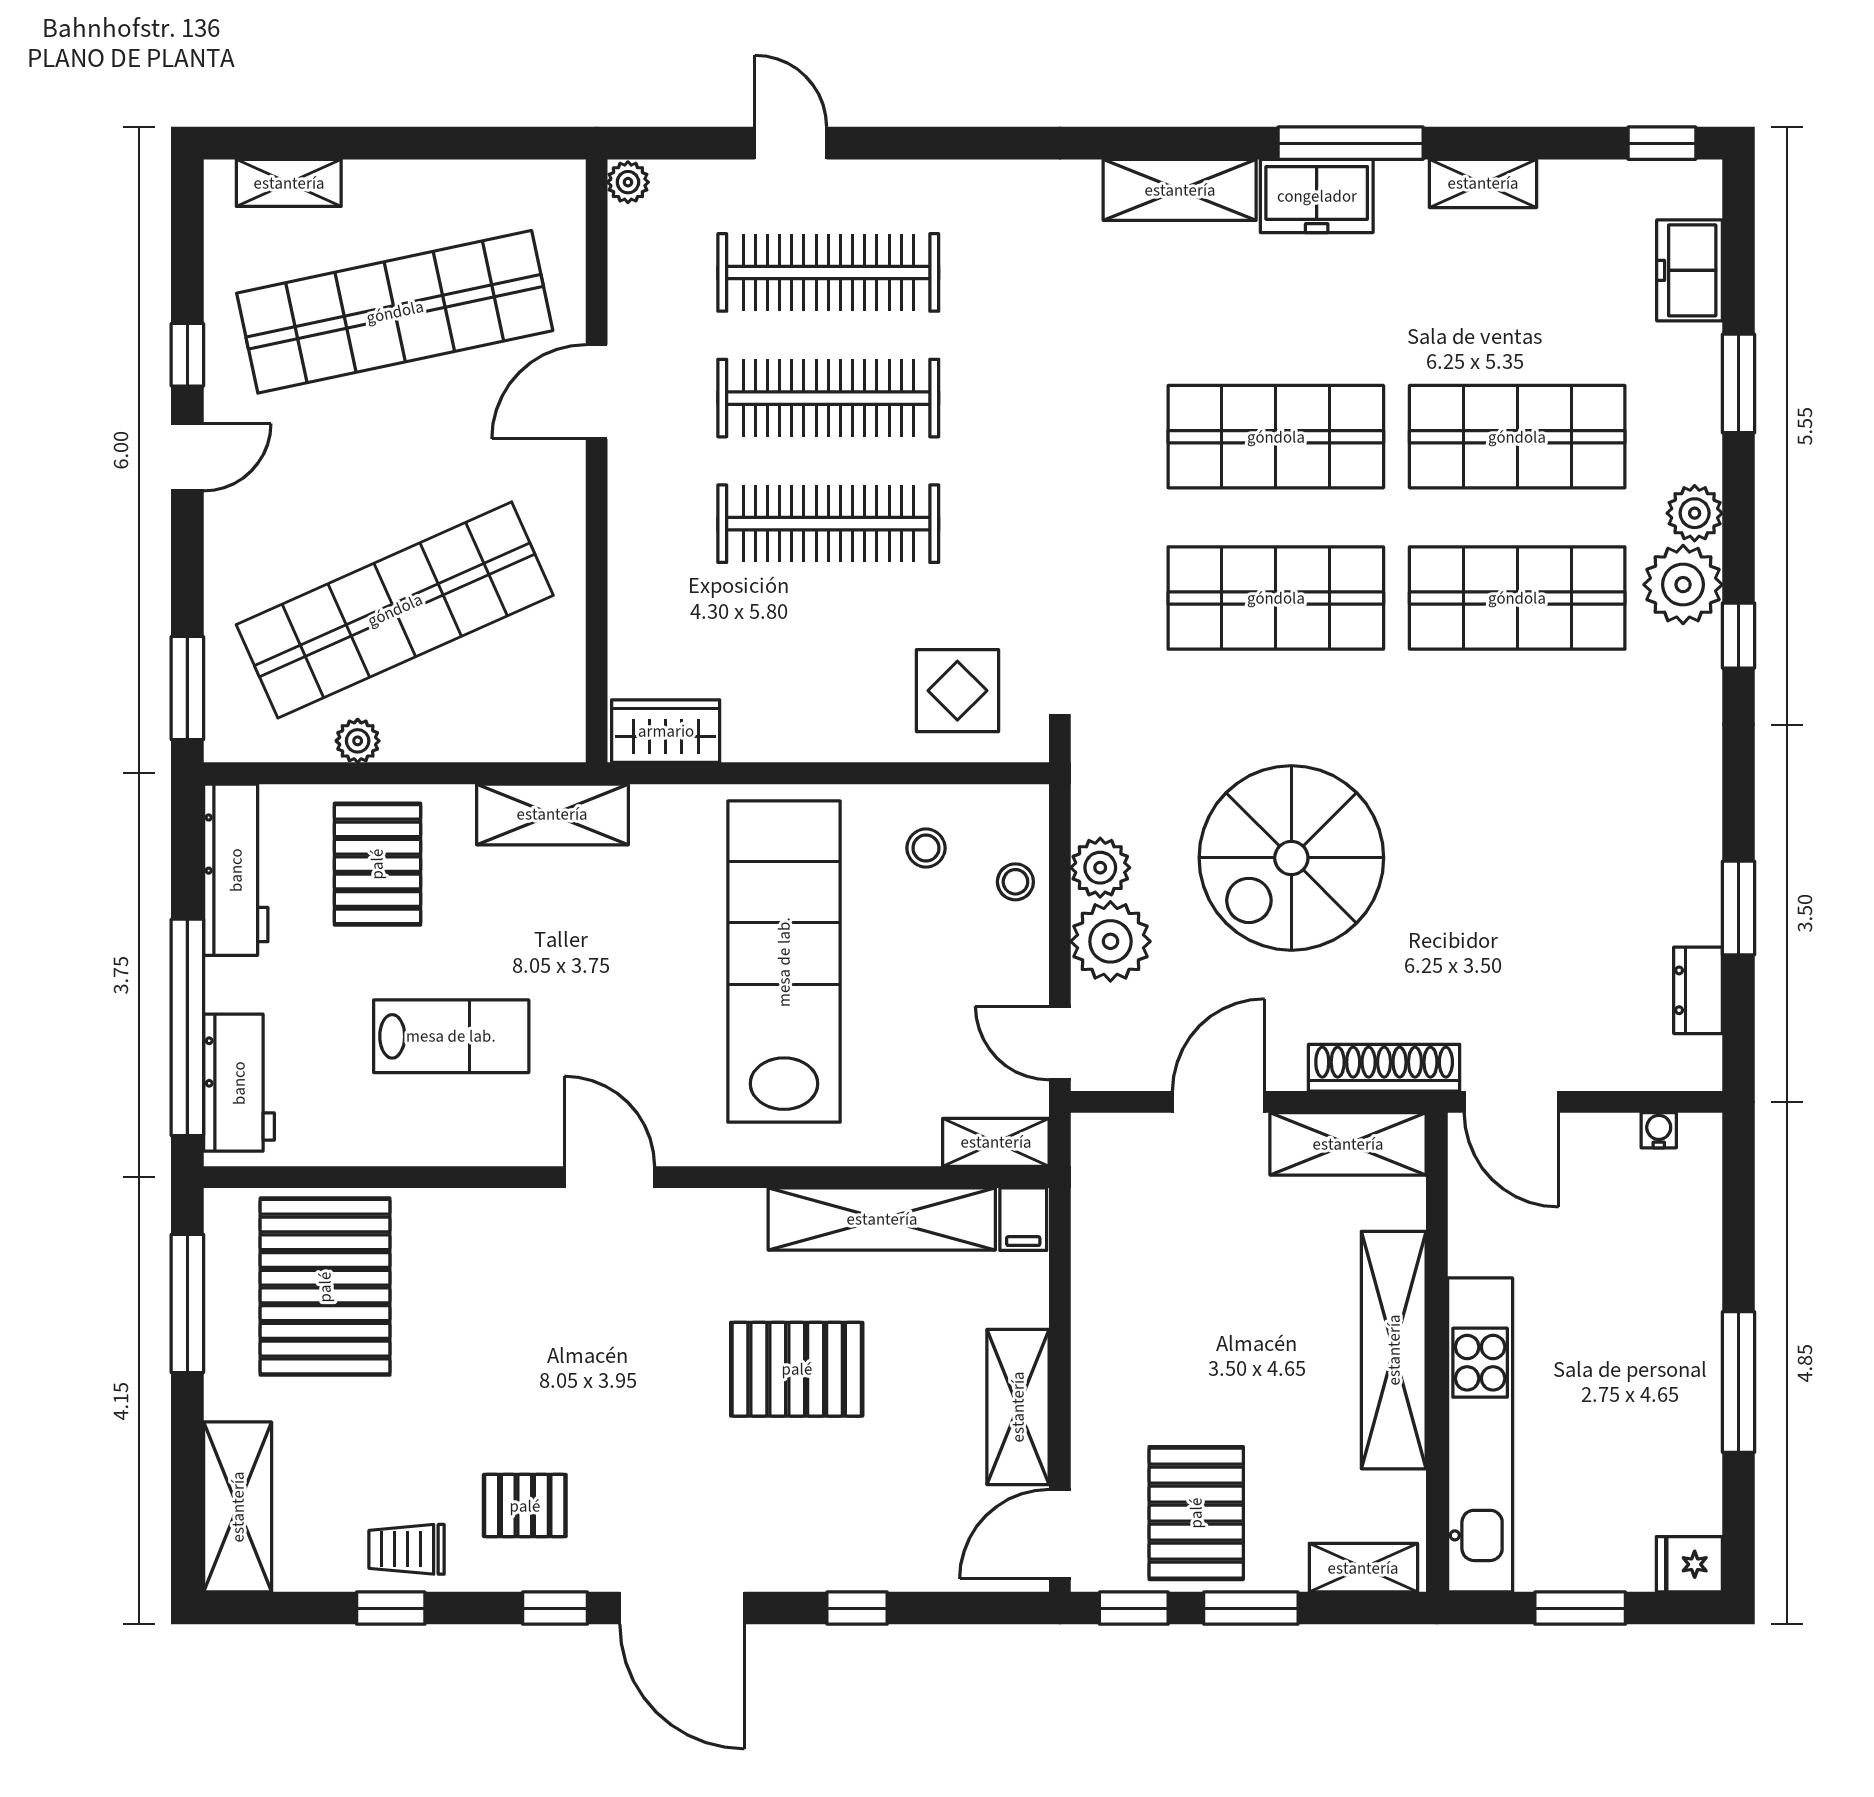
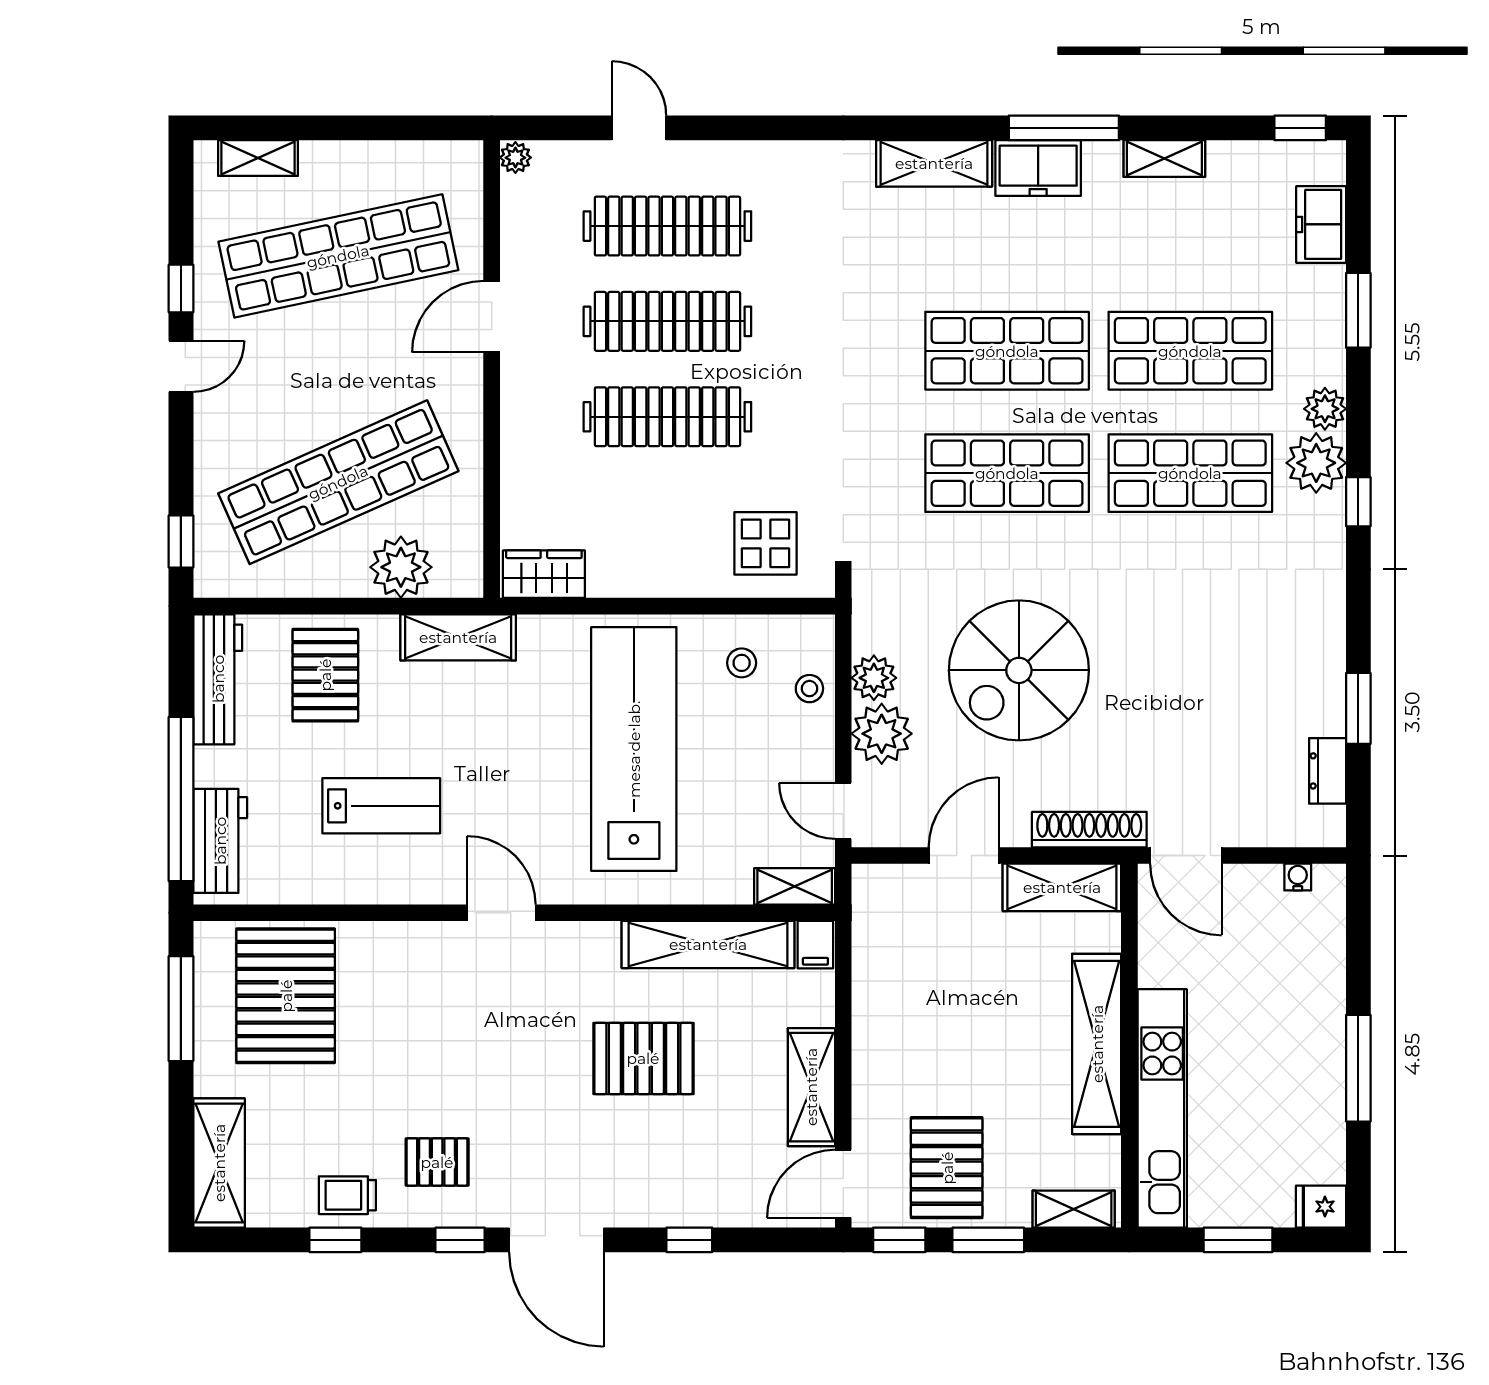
window: (187, 688) -> (181, 542), width x0.67
plant: (358, 741) -> (401, 567), moved, width x1.87, depth x1.87

